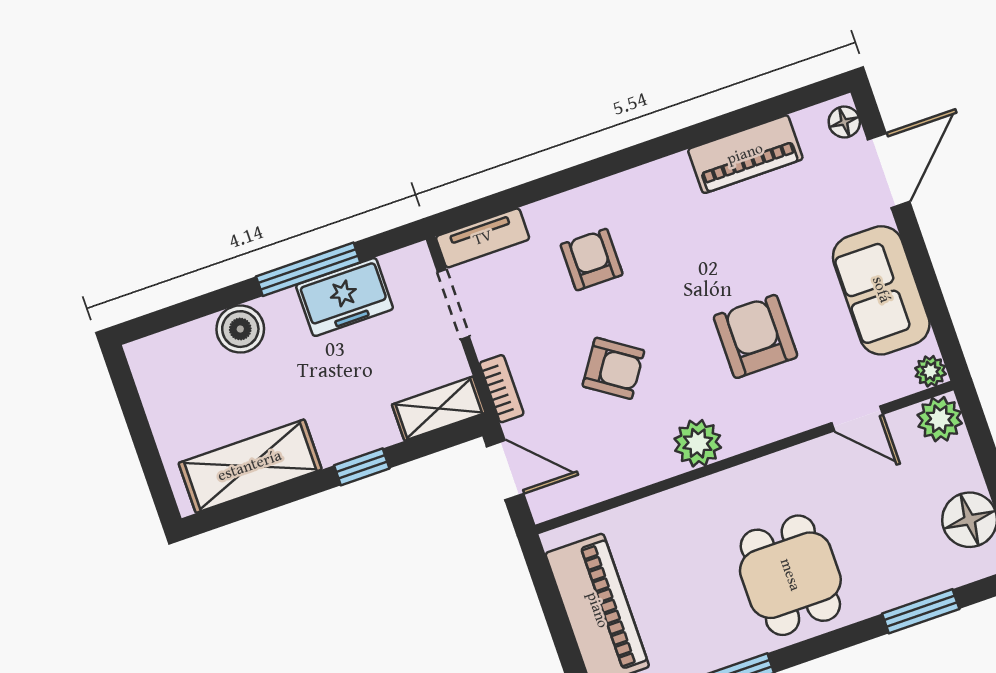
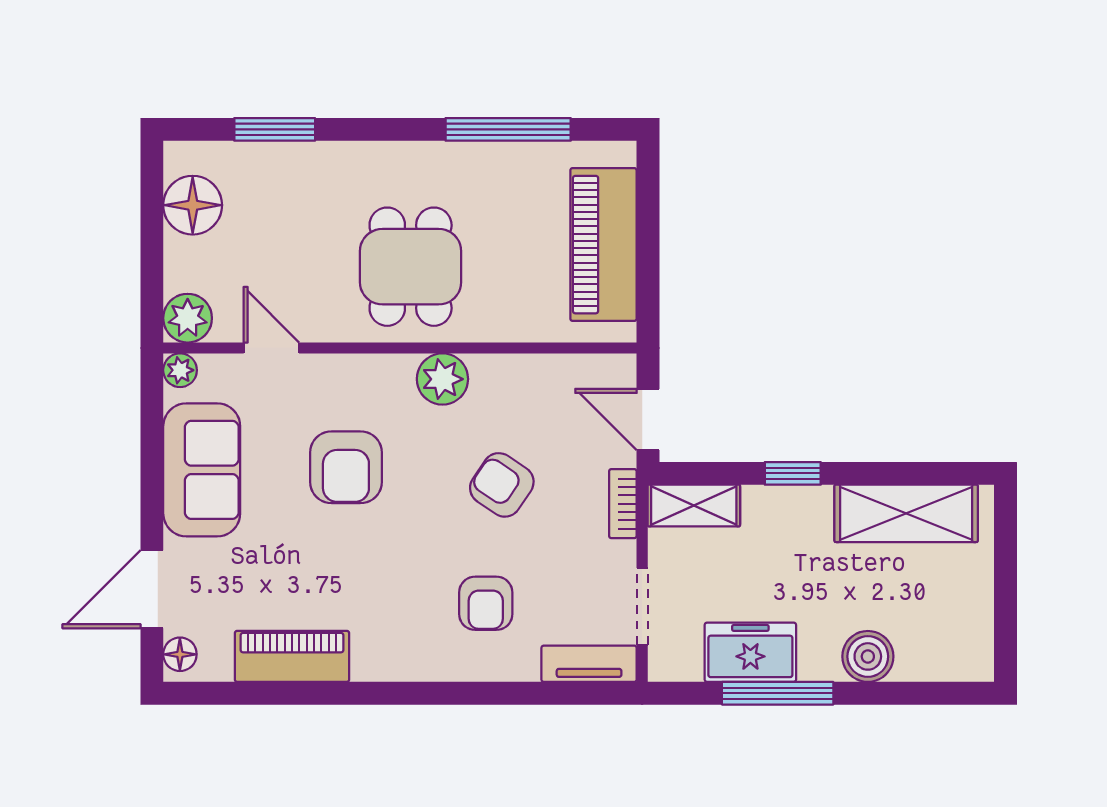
dining table: (790, 575) -> (411, 267), moved

